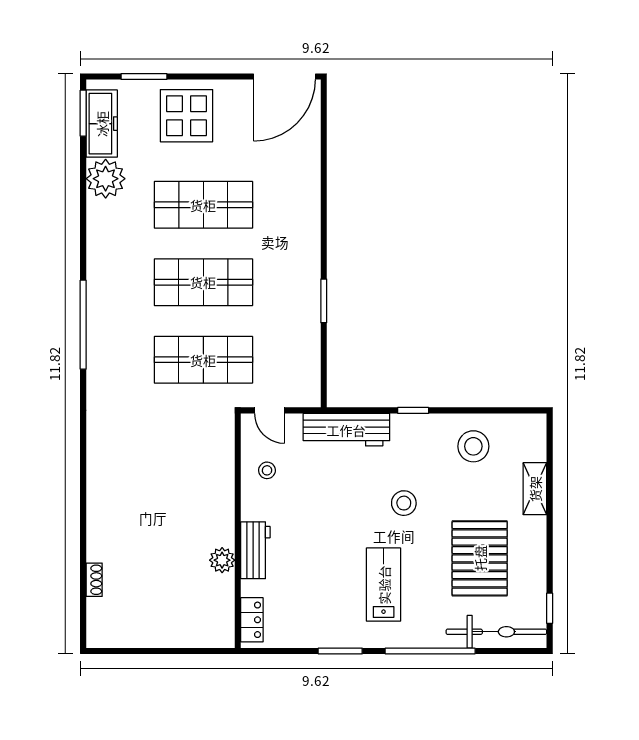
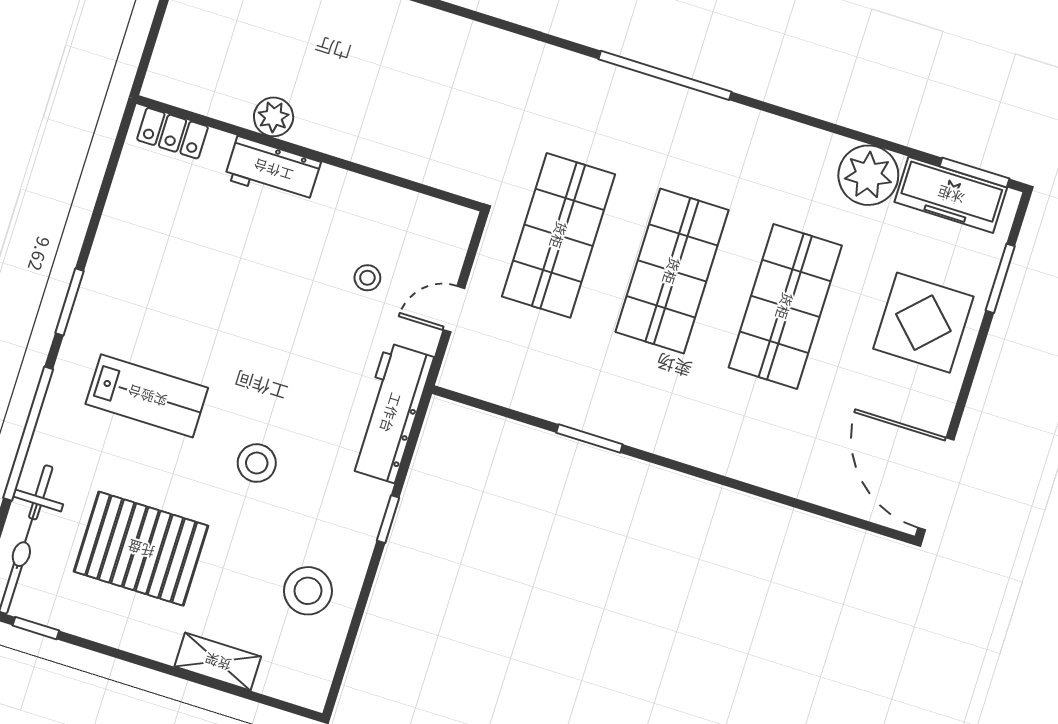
wall: (238, 531) -> (309, 153), moved
workbench: (255, 550) -> (273, 170), moved
plant: (222, 560) -> (274, 117), moved
locker: (252, 620) -> (172, 133), moved

